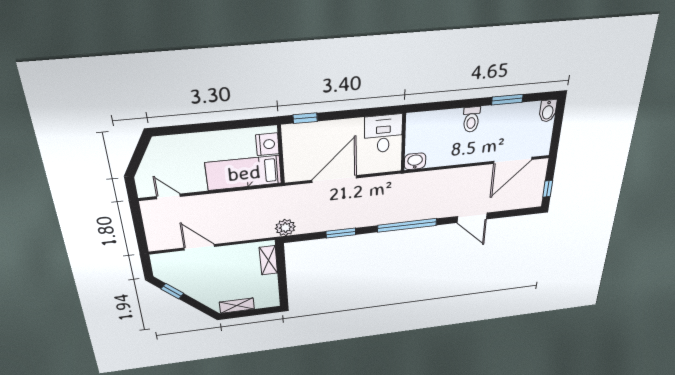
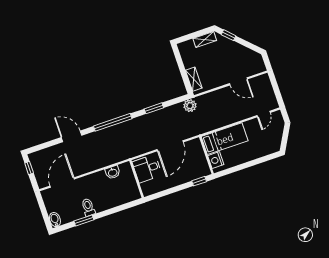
toilet: (471, 120) -> (88, 207), moved
desk: (383, 134) -> (147, 169), moved, turned 90
washbasin: (415, 161) -> (113, 172), moved
door: (168, 196) -> (264, 114), hinge flipped
window: (172, 291) -> (229, 35), moved

